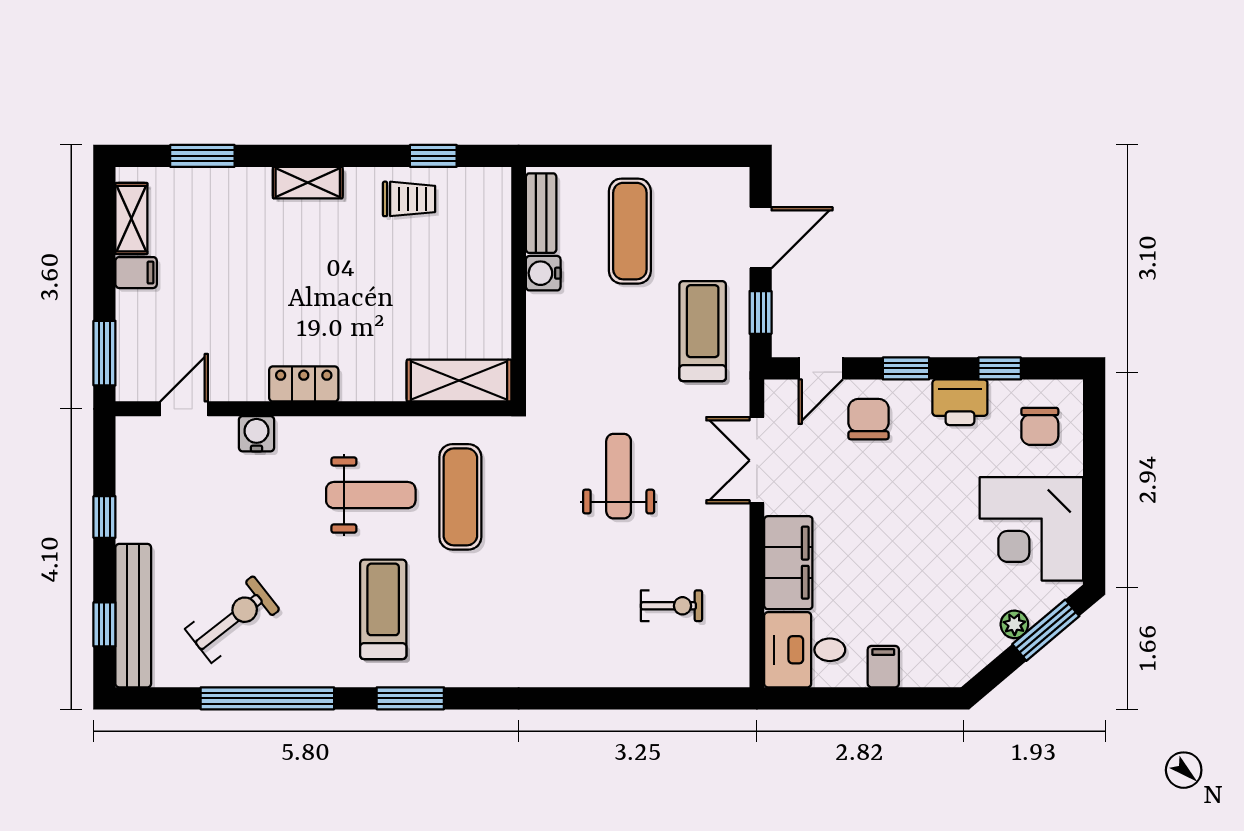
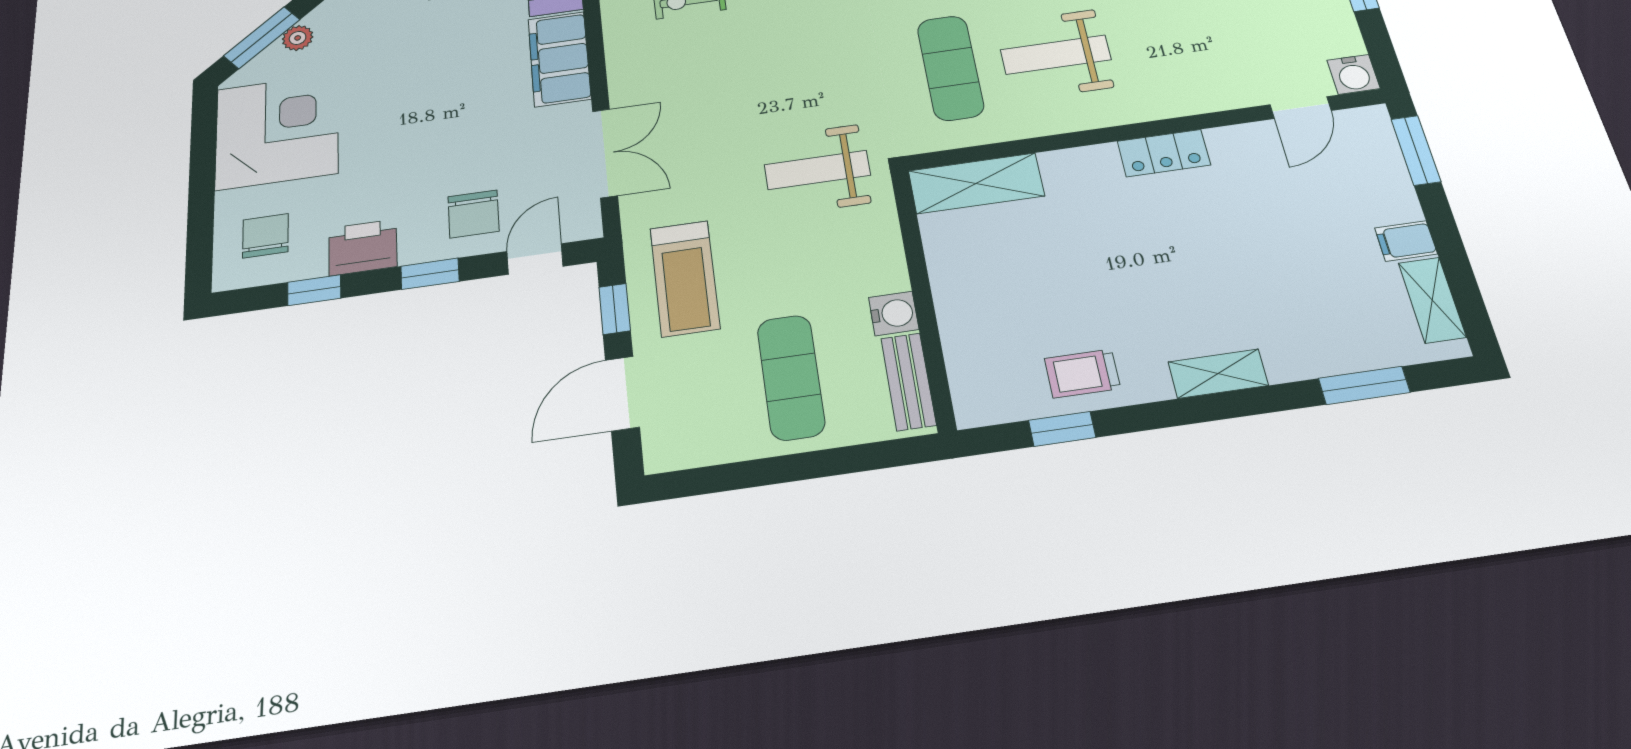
water cooler: (257, 434) -> (1354, 74), moved
weight bench: (619, 476) -> (817, 170), moved, turned 90

